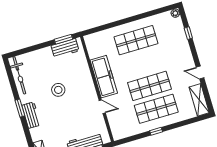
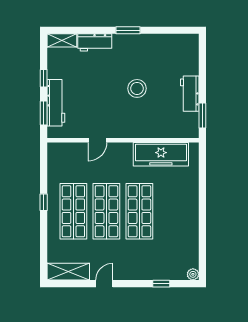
shop shelf: (136, 40) -> (139, 211), moved
workbench: (65, 48) -> (190, 94), moved
bicycle: (19, 75) -> (172, 42), removed
freezer: (104, 77) -> (161, 154), moved
workbench: (31, 115) -> (95, 42), moved

